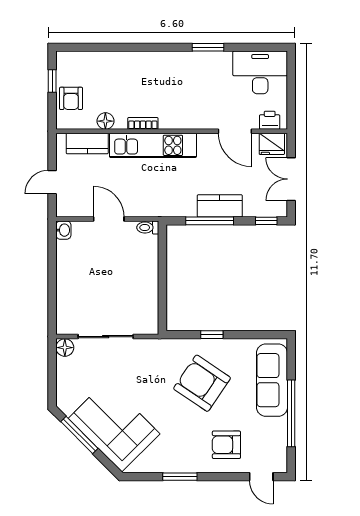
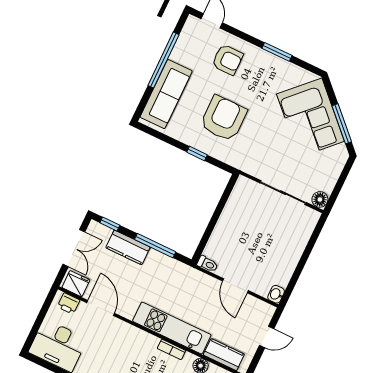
kitchen counter: (220, 206) -> (128, 247), moved
armchair: (202, 383) -> (223, 118), turned -124

